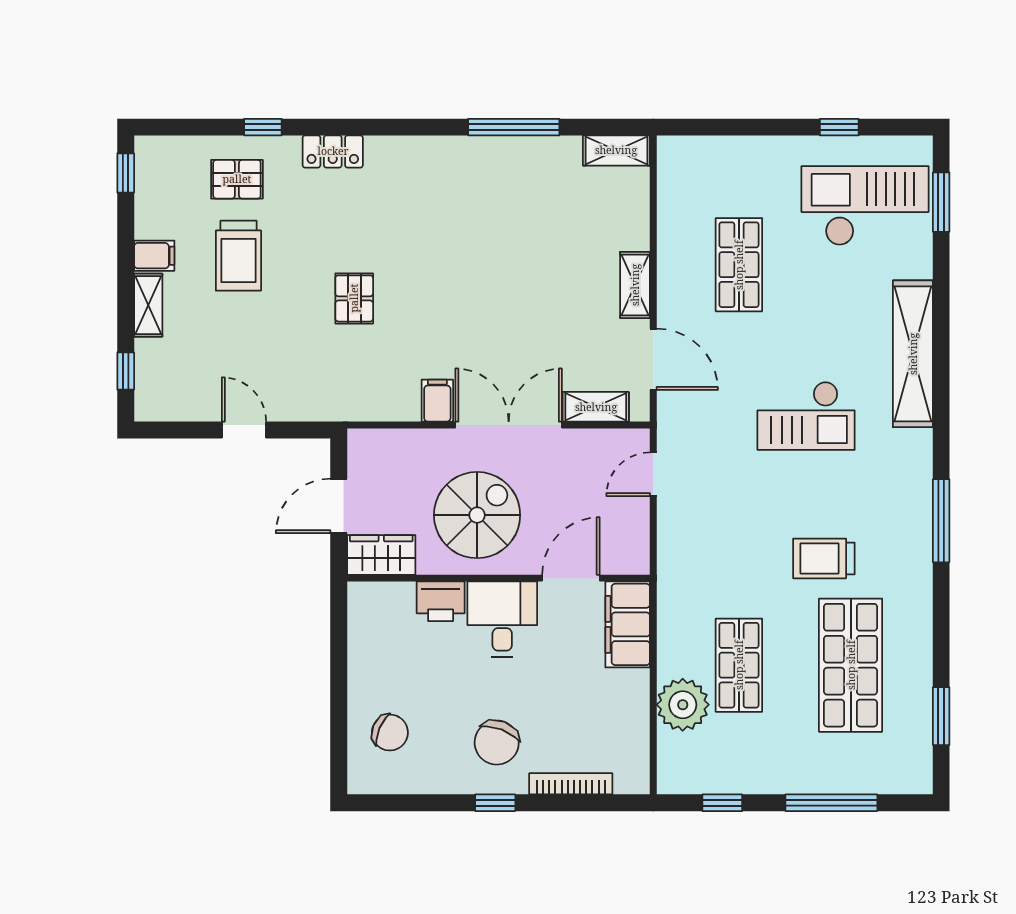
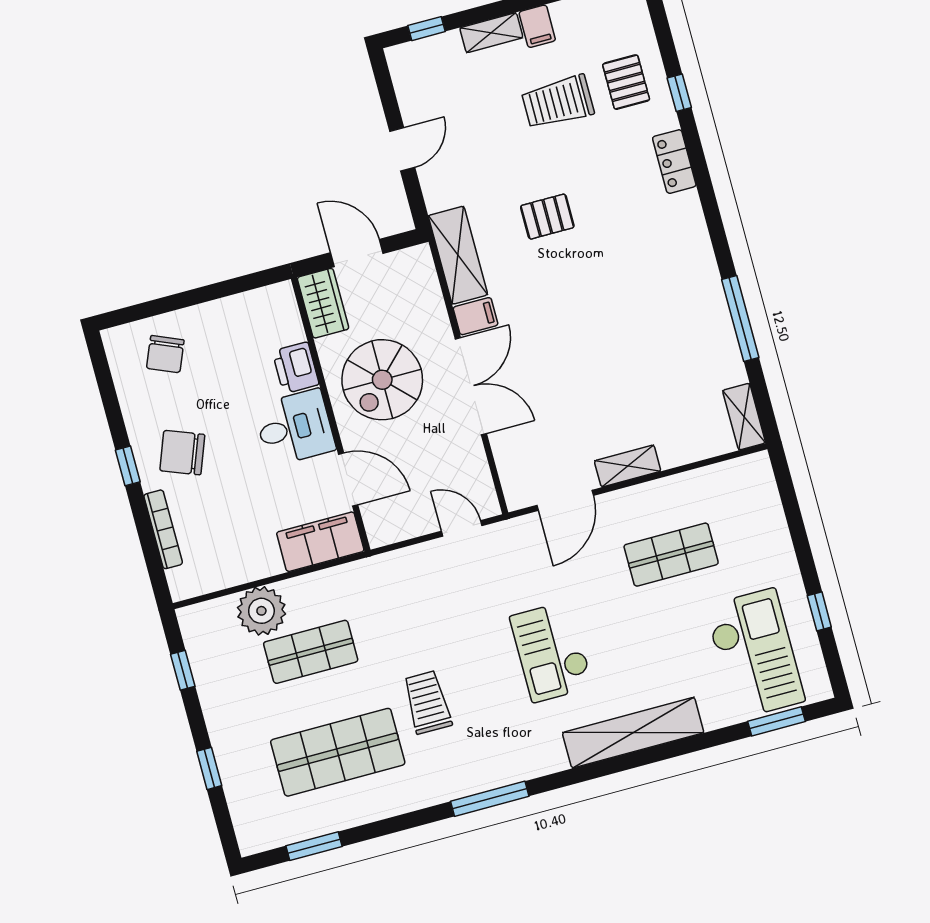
shelving: (596, 407) -> (458, 255), moved, width x1.50, depth x1.33
spiral stairs: (477, 515) -> (382, 380), turned 90
window: (831, 803) -> (209, 768), width x0.46

